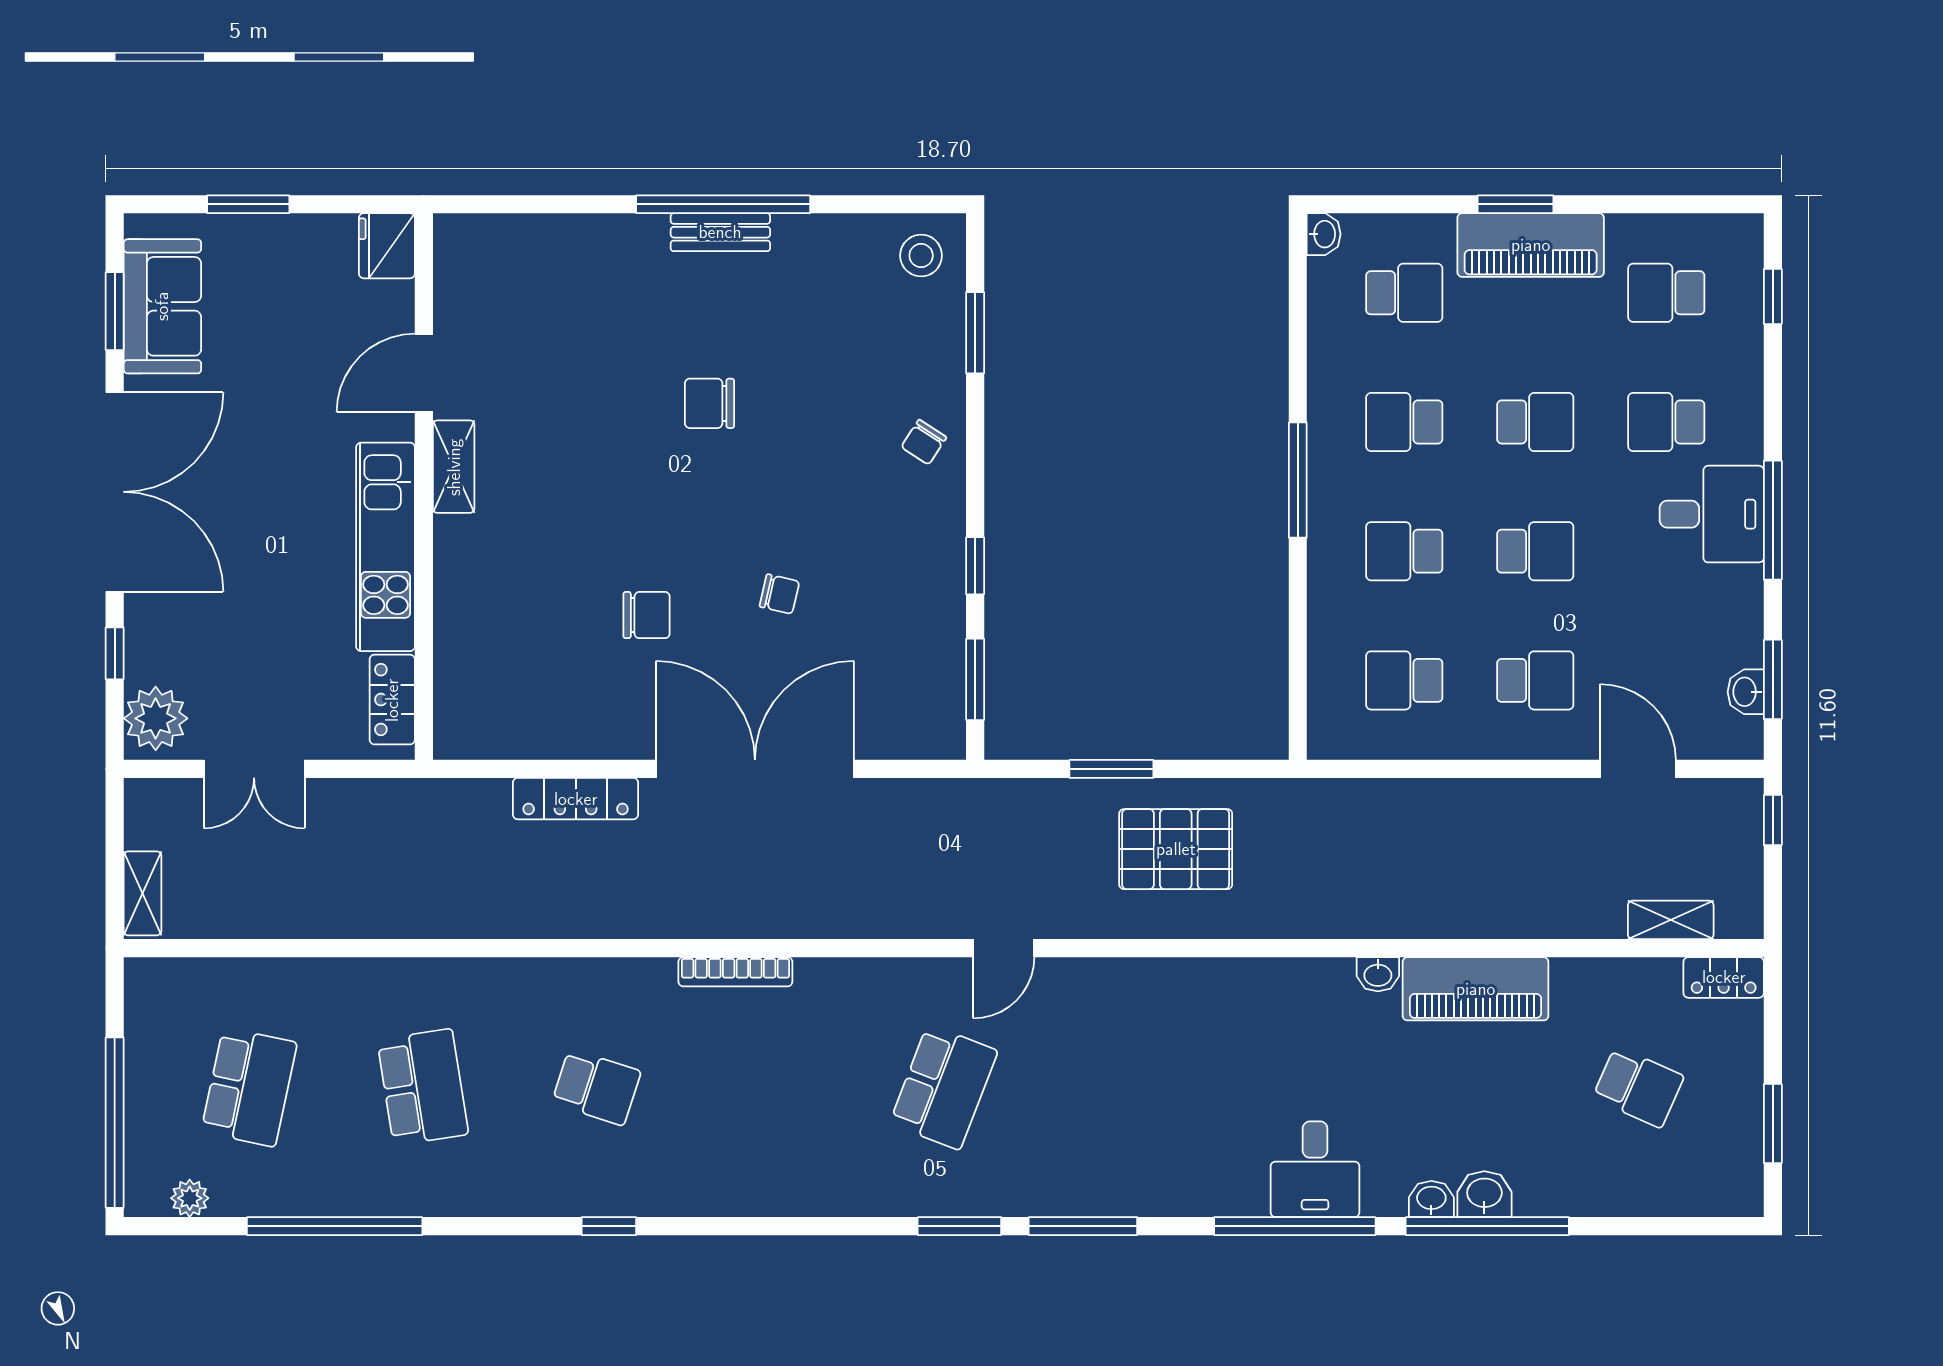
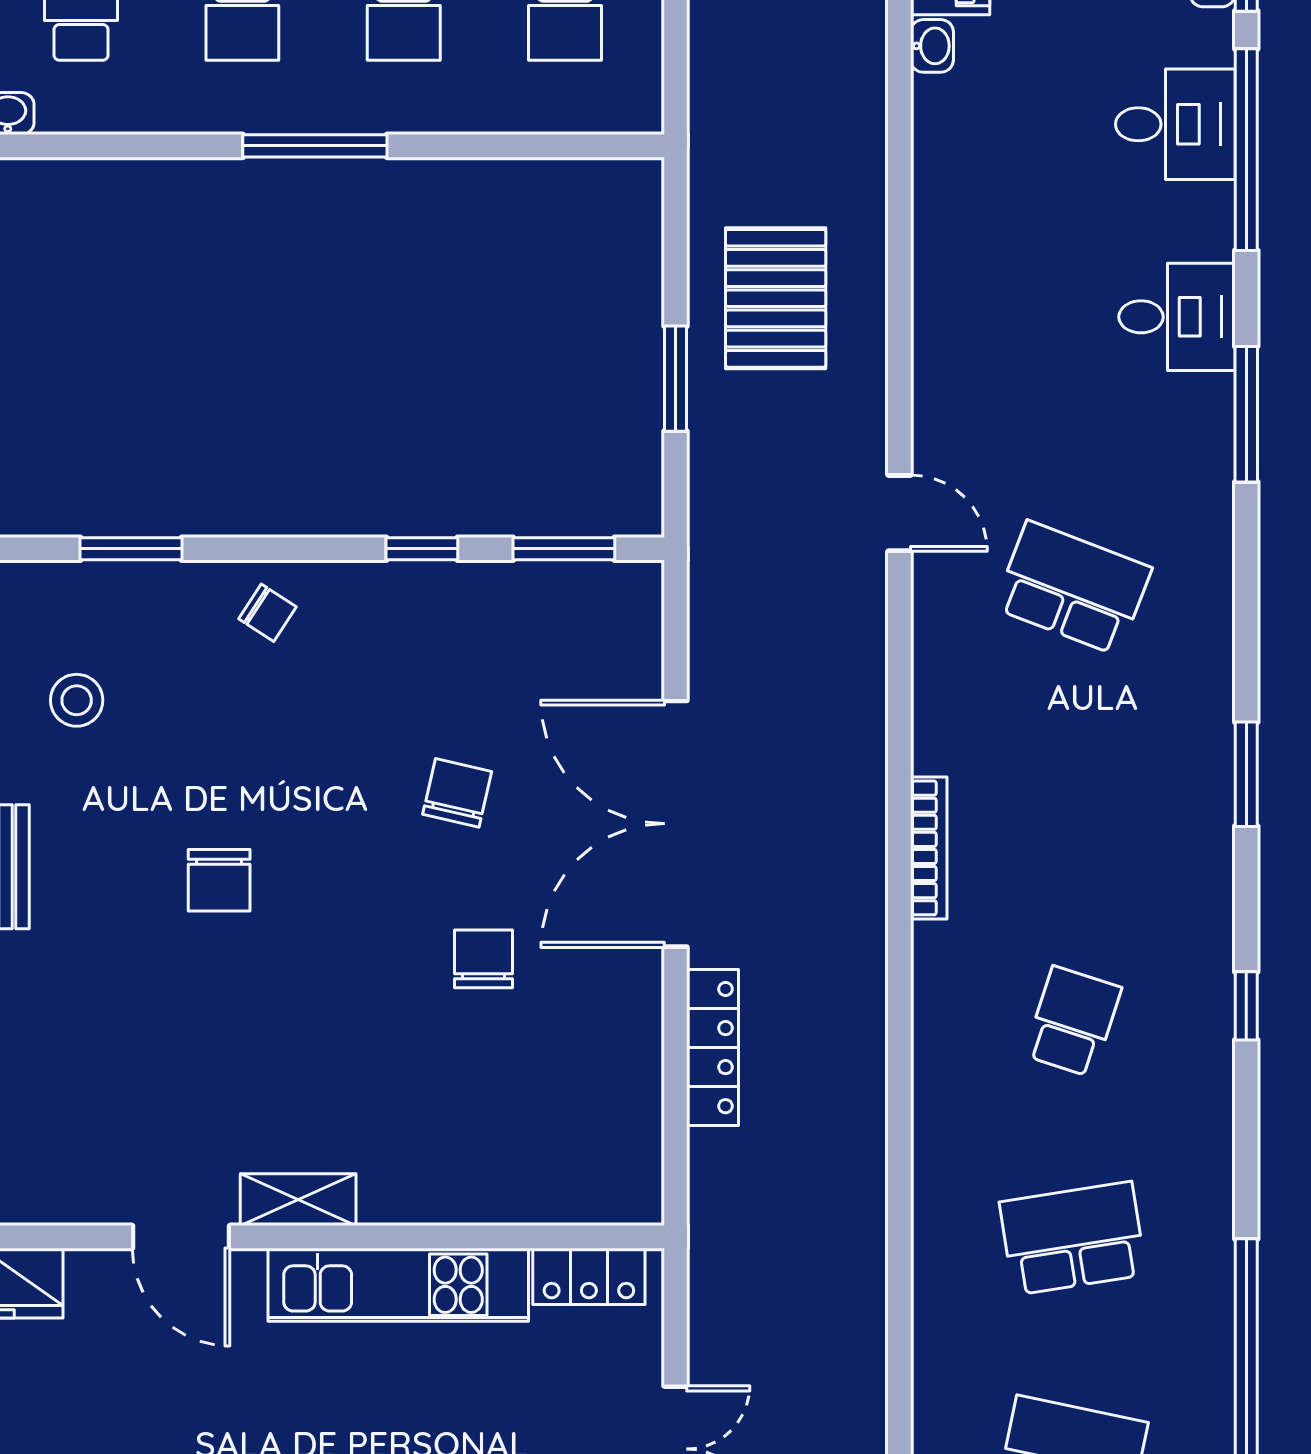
stool: (921, 256) -> (77, 700), moved
chair: (779, 594) -> (457, 793), width x1.37, depth x1.37
desk: (1161, 1171) -> (1177, 317), added
window: (959, 1226) -> (1246, 774), moved

